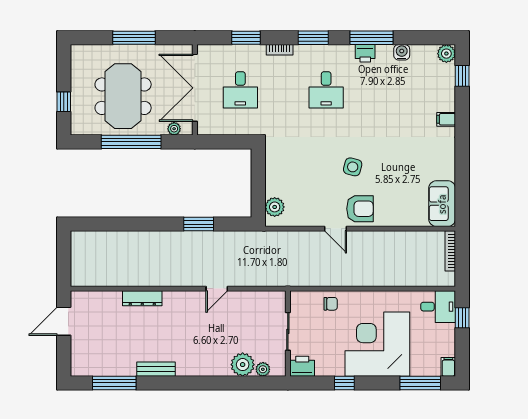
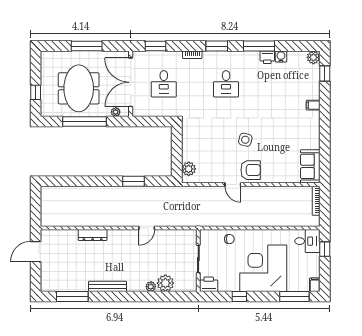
window: (246, 38) -> (155, 46), moved
printer: (365, 53) -> (267, 57), moved
bench: (156, 369) -> (108, 286), width x1.36
plant: (263, 369) -> (151, 287), moved

